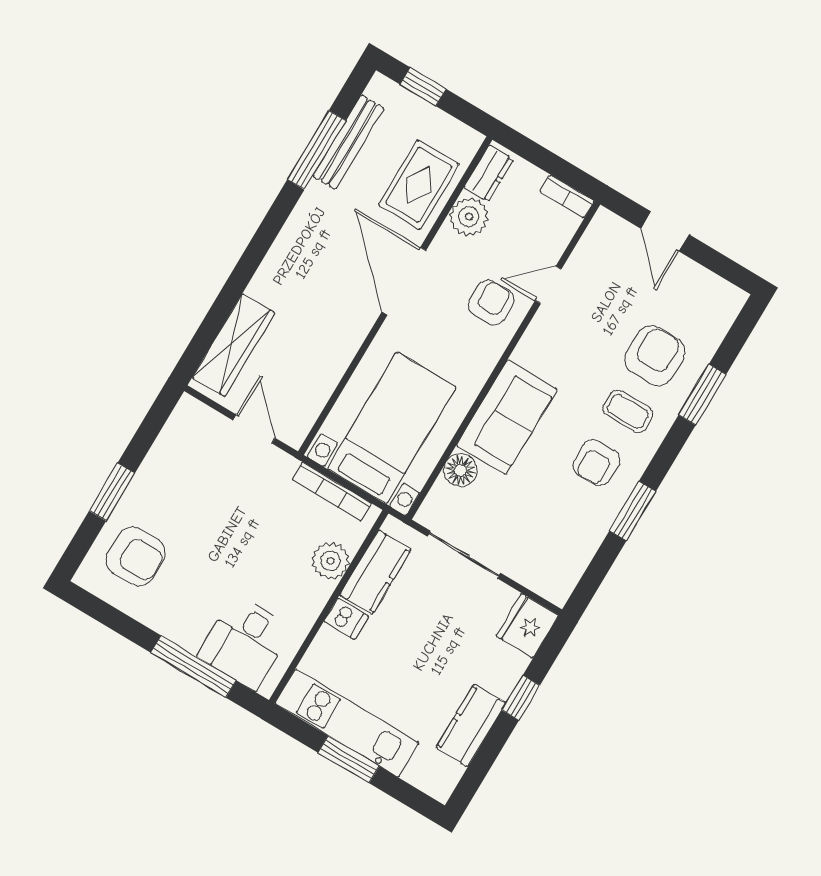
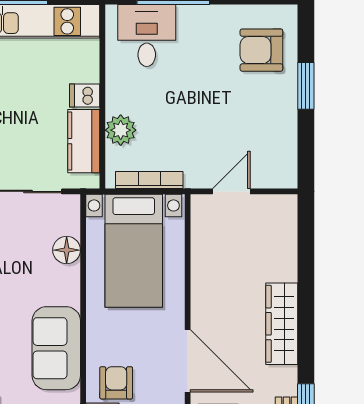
armchair: (491, 303) -> (116, 383), turned 180
wardrobe: (234, 345) -> (282, 324), moved
sofa: (507, 417) -> (56, 348), moved
door: (254, 429) -> (231, 191), swing flipped

